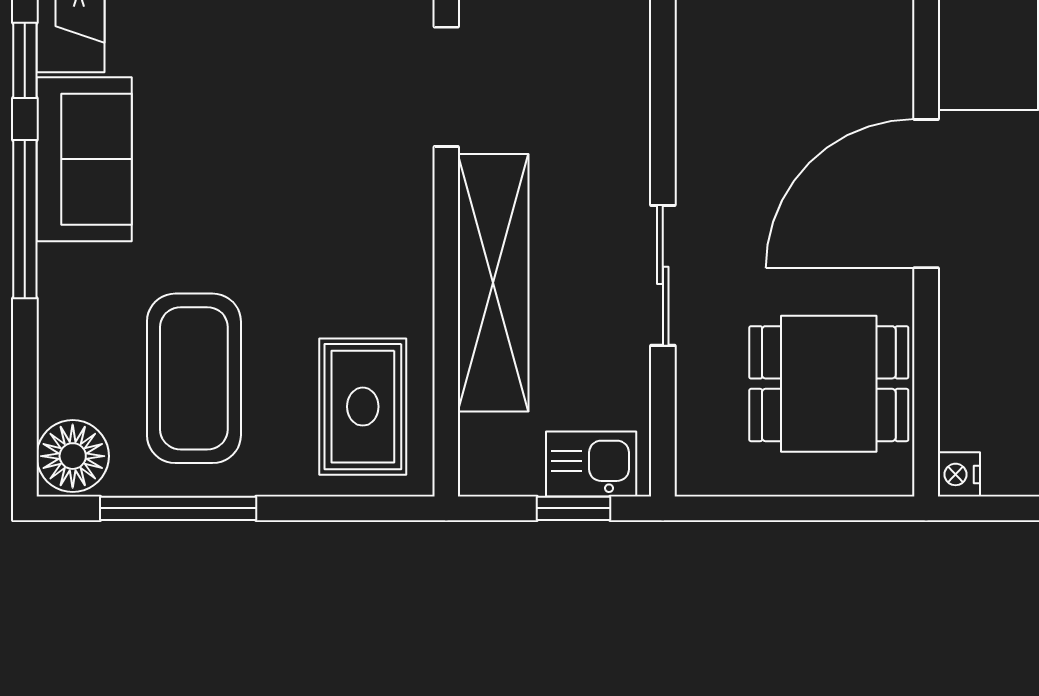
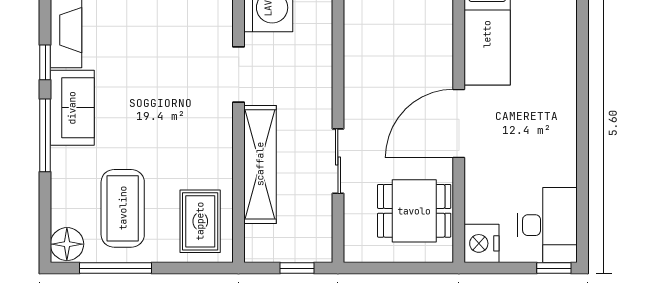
kitchen sink: (591, 464) -> (305, 248), removed
nightstand: (959, 474) -> (482, 243), width x1.89, depth x1.79

